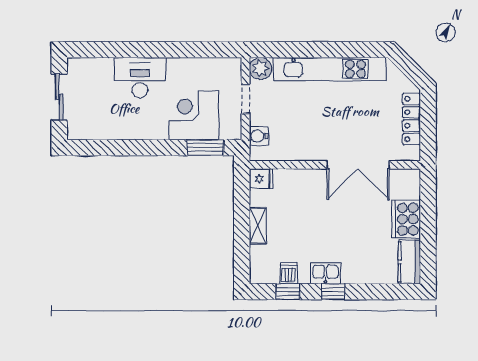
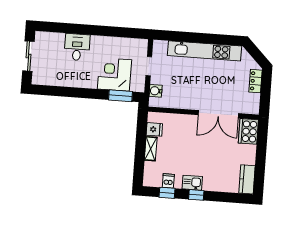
plant: (260, 68) -> (160, 47), removed
desk: (140, 78) -> (77, 47), width x0.73
locker: (411, 119) -> (256, 81), width x0.66
fridge: (261, 179) -> (154, 129), moved
cooker: (406, 219) -> (248, 131), moved

